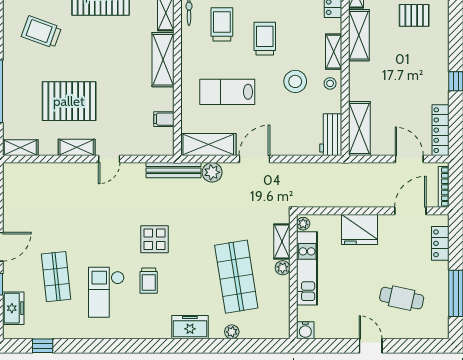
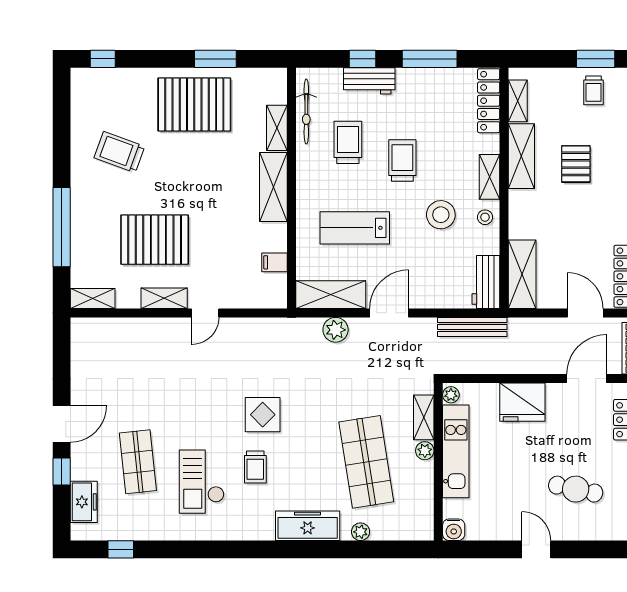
pallet: (414, 15) -> (576, 164), moved, turned 90
bench: (173, 170) -> (472, 327), moved
freezer: (190, 327) -> (308, 526), width x1.40

